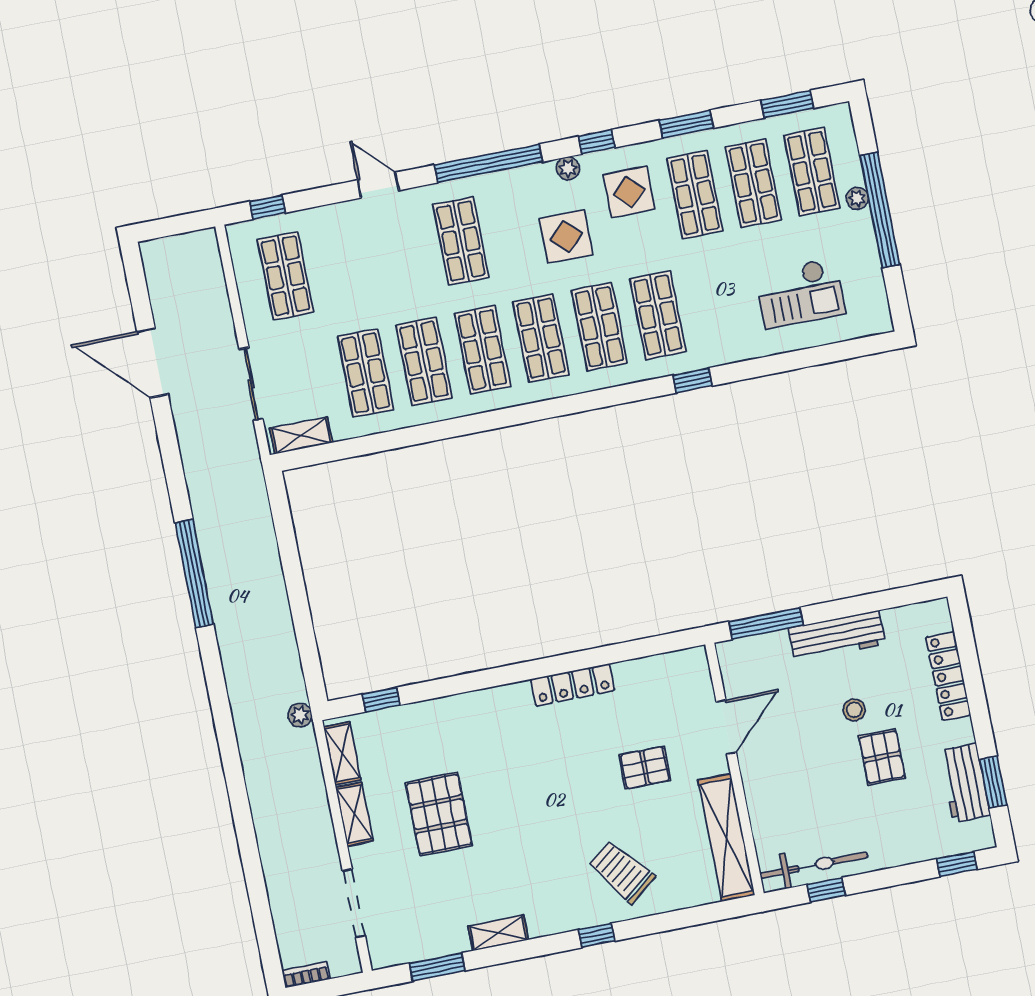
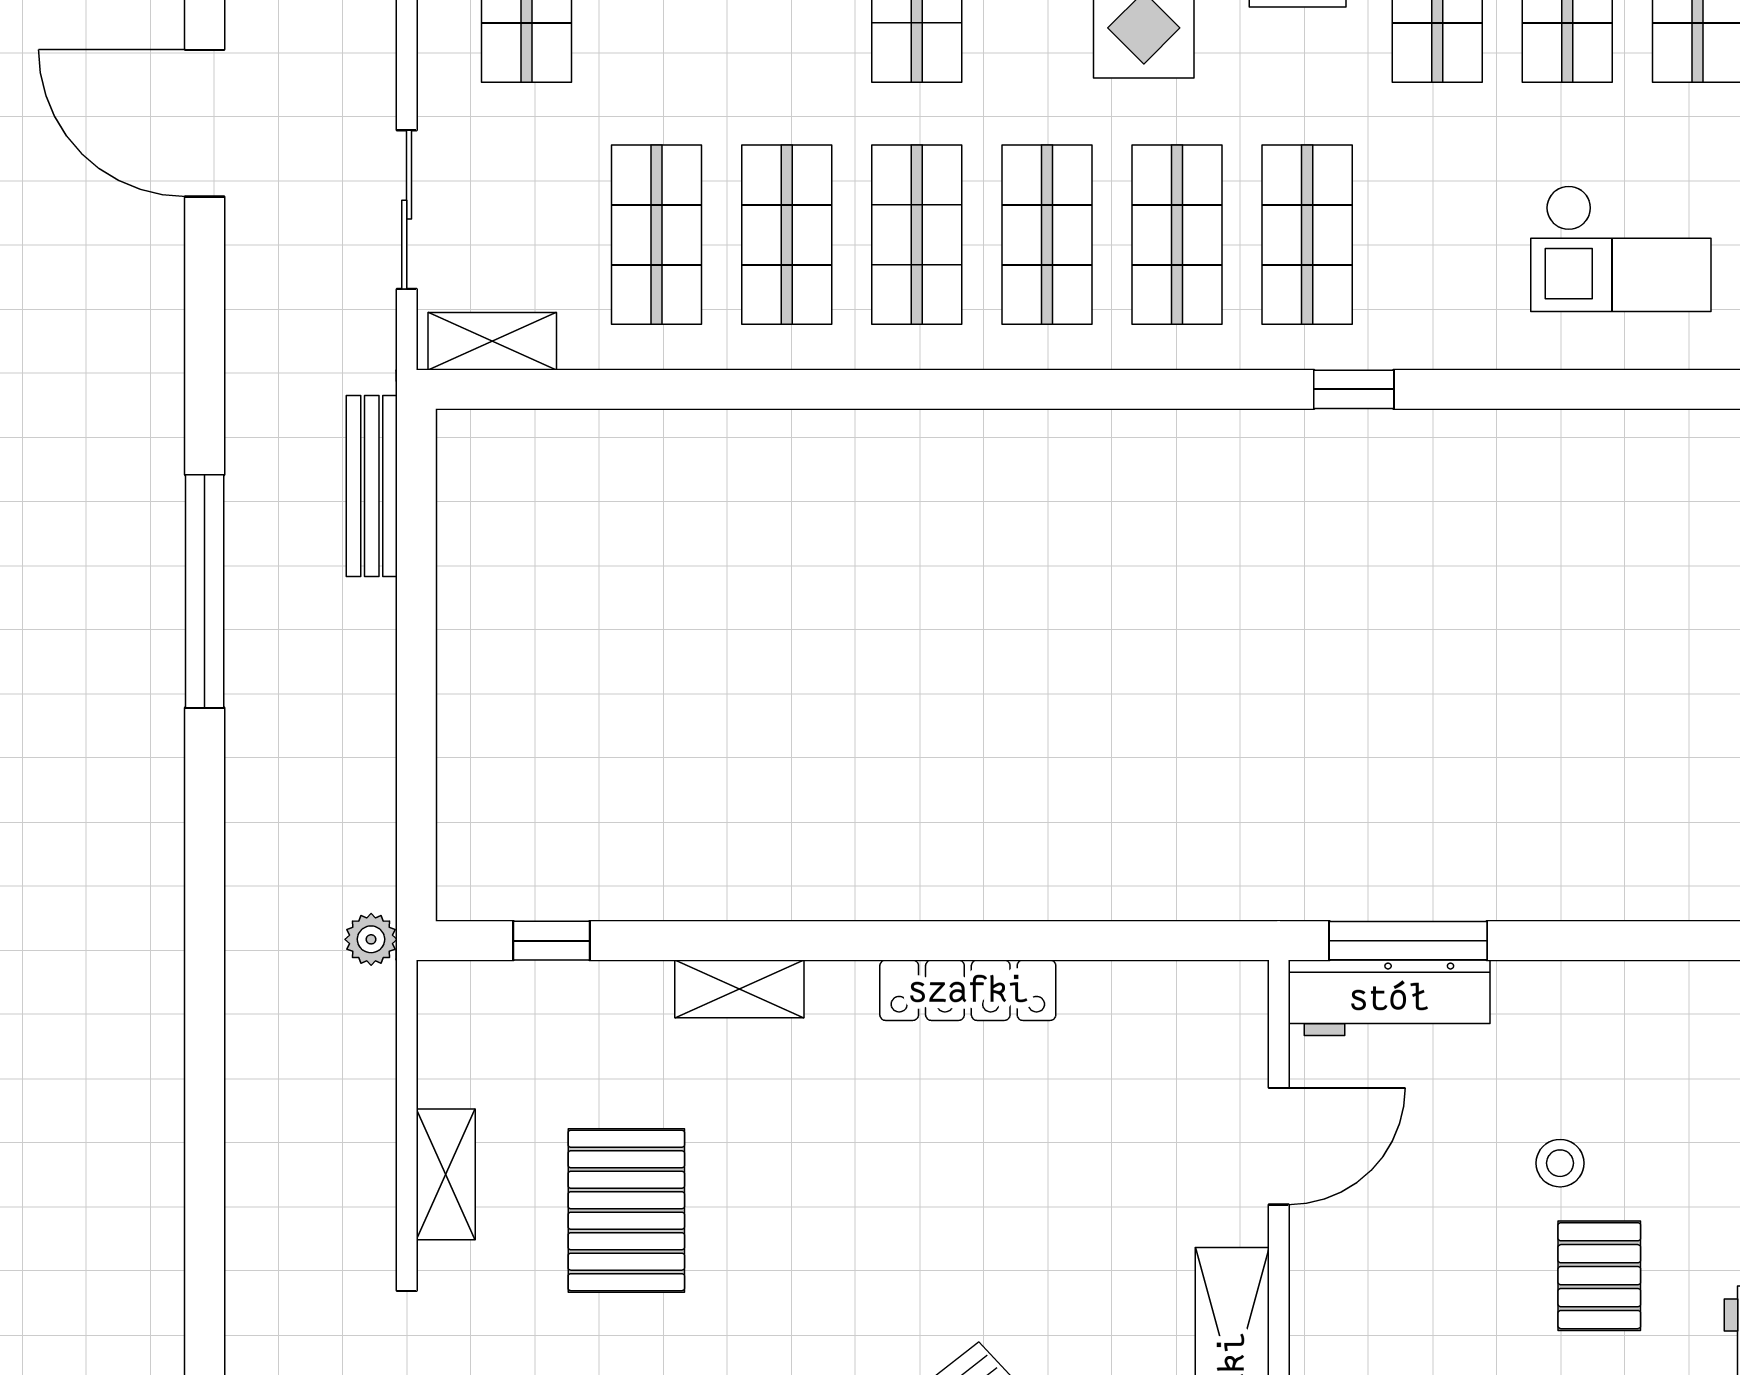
bench: (260, 511) -> (372, 486), added
workbench: (837, 636) -> (1389, 998), moved
shelving: (342, 753) -> (739, 989), moved, turned 90
pallet: (645, 768) -> (1087, 1198), removed

